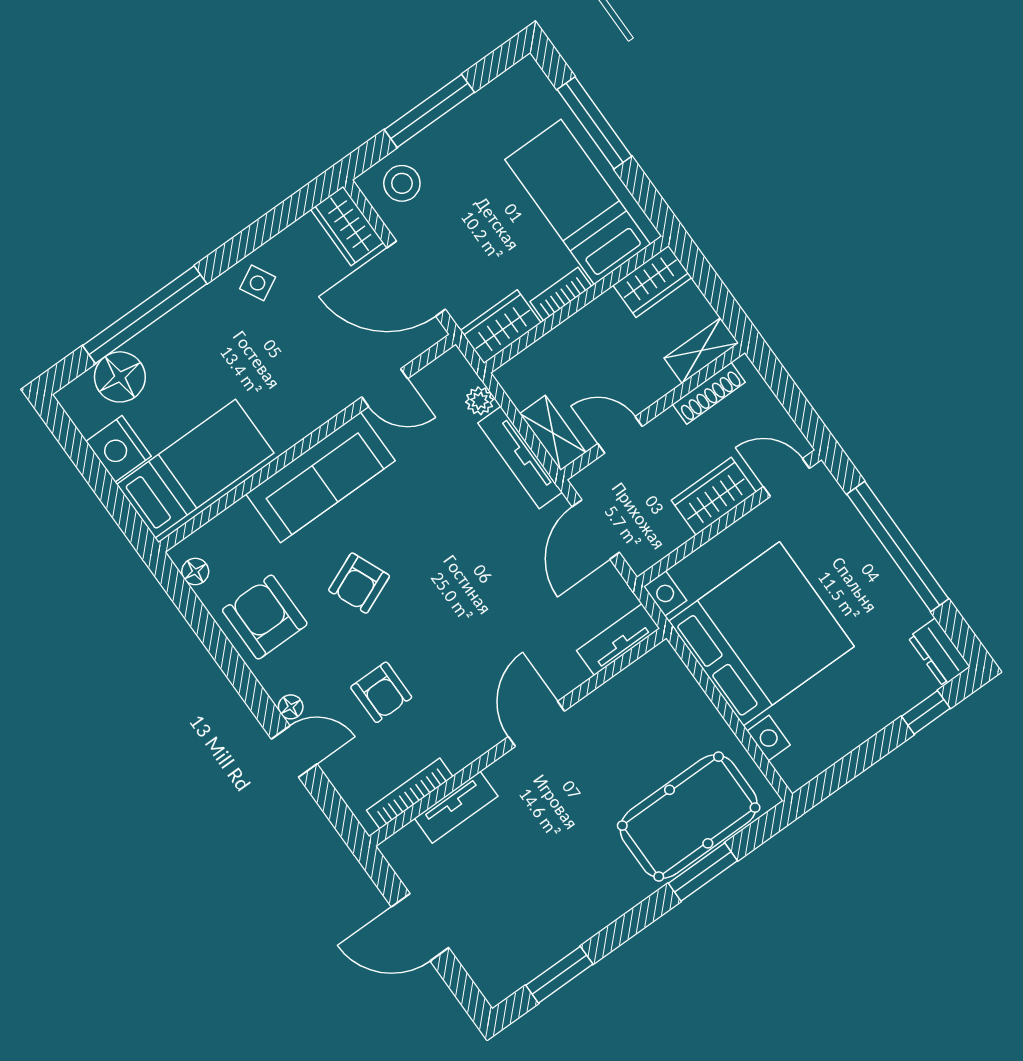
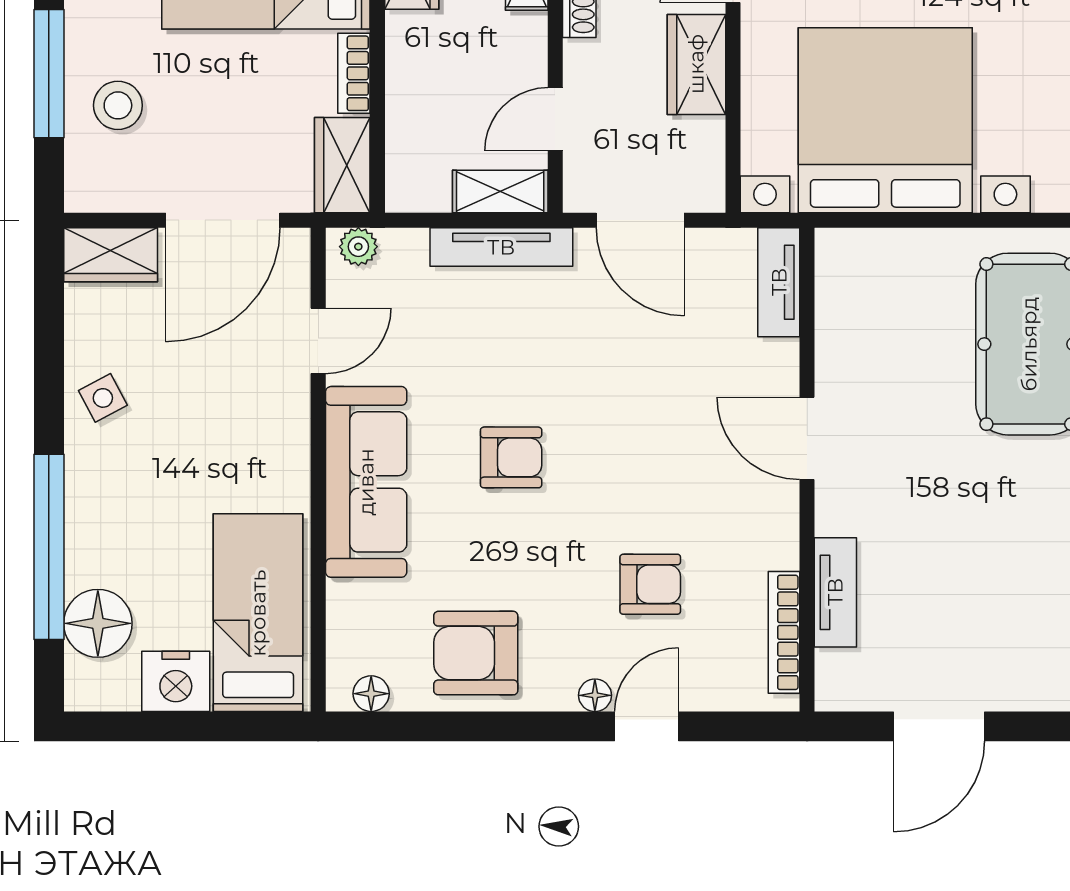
stool: (402, 183) -> (118, 105), moved
plant: (480, 401) -> (358, 247), moved
armchair: (359, 583) -> (511, 457), moved, turned -67

